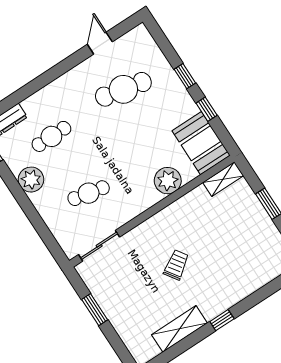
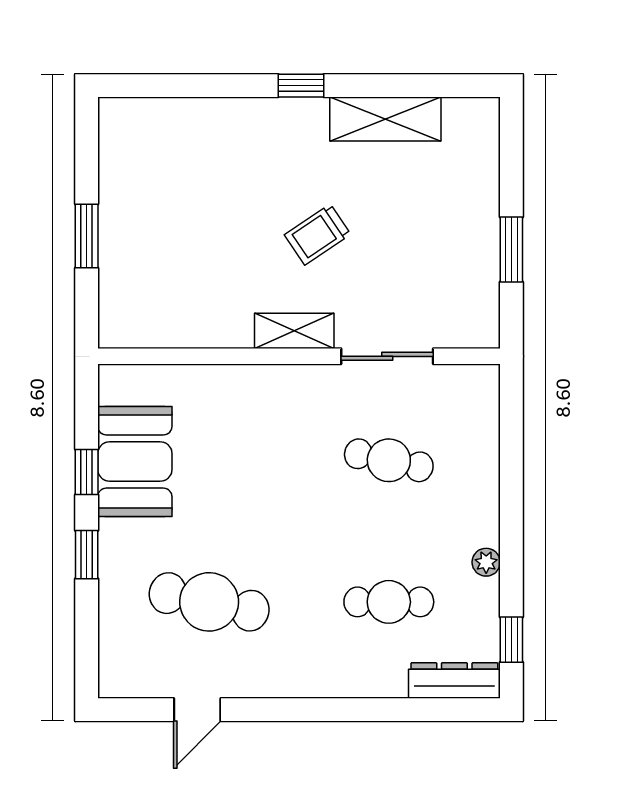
booth: (201, 143) -> (135, 462), moved
shelving: (223, 179) -> (294, 331), moved
plant: (31, 180) -> (486, 562), width x0.53, depth x0.53
plant: (168, 181) -> (236, 392), removed
sliding door: (99, 246) -> (387, 356), moved

